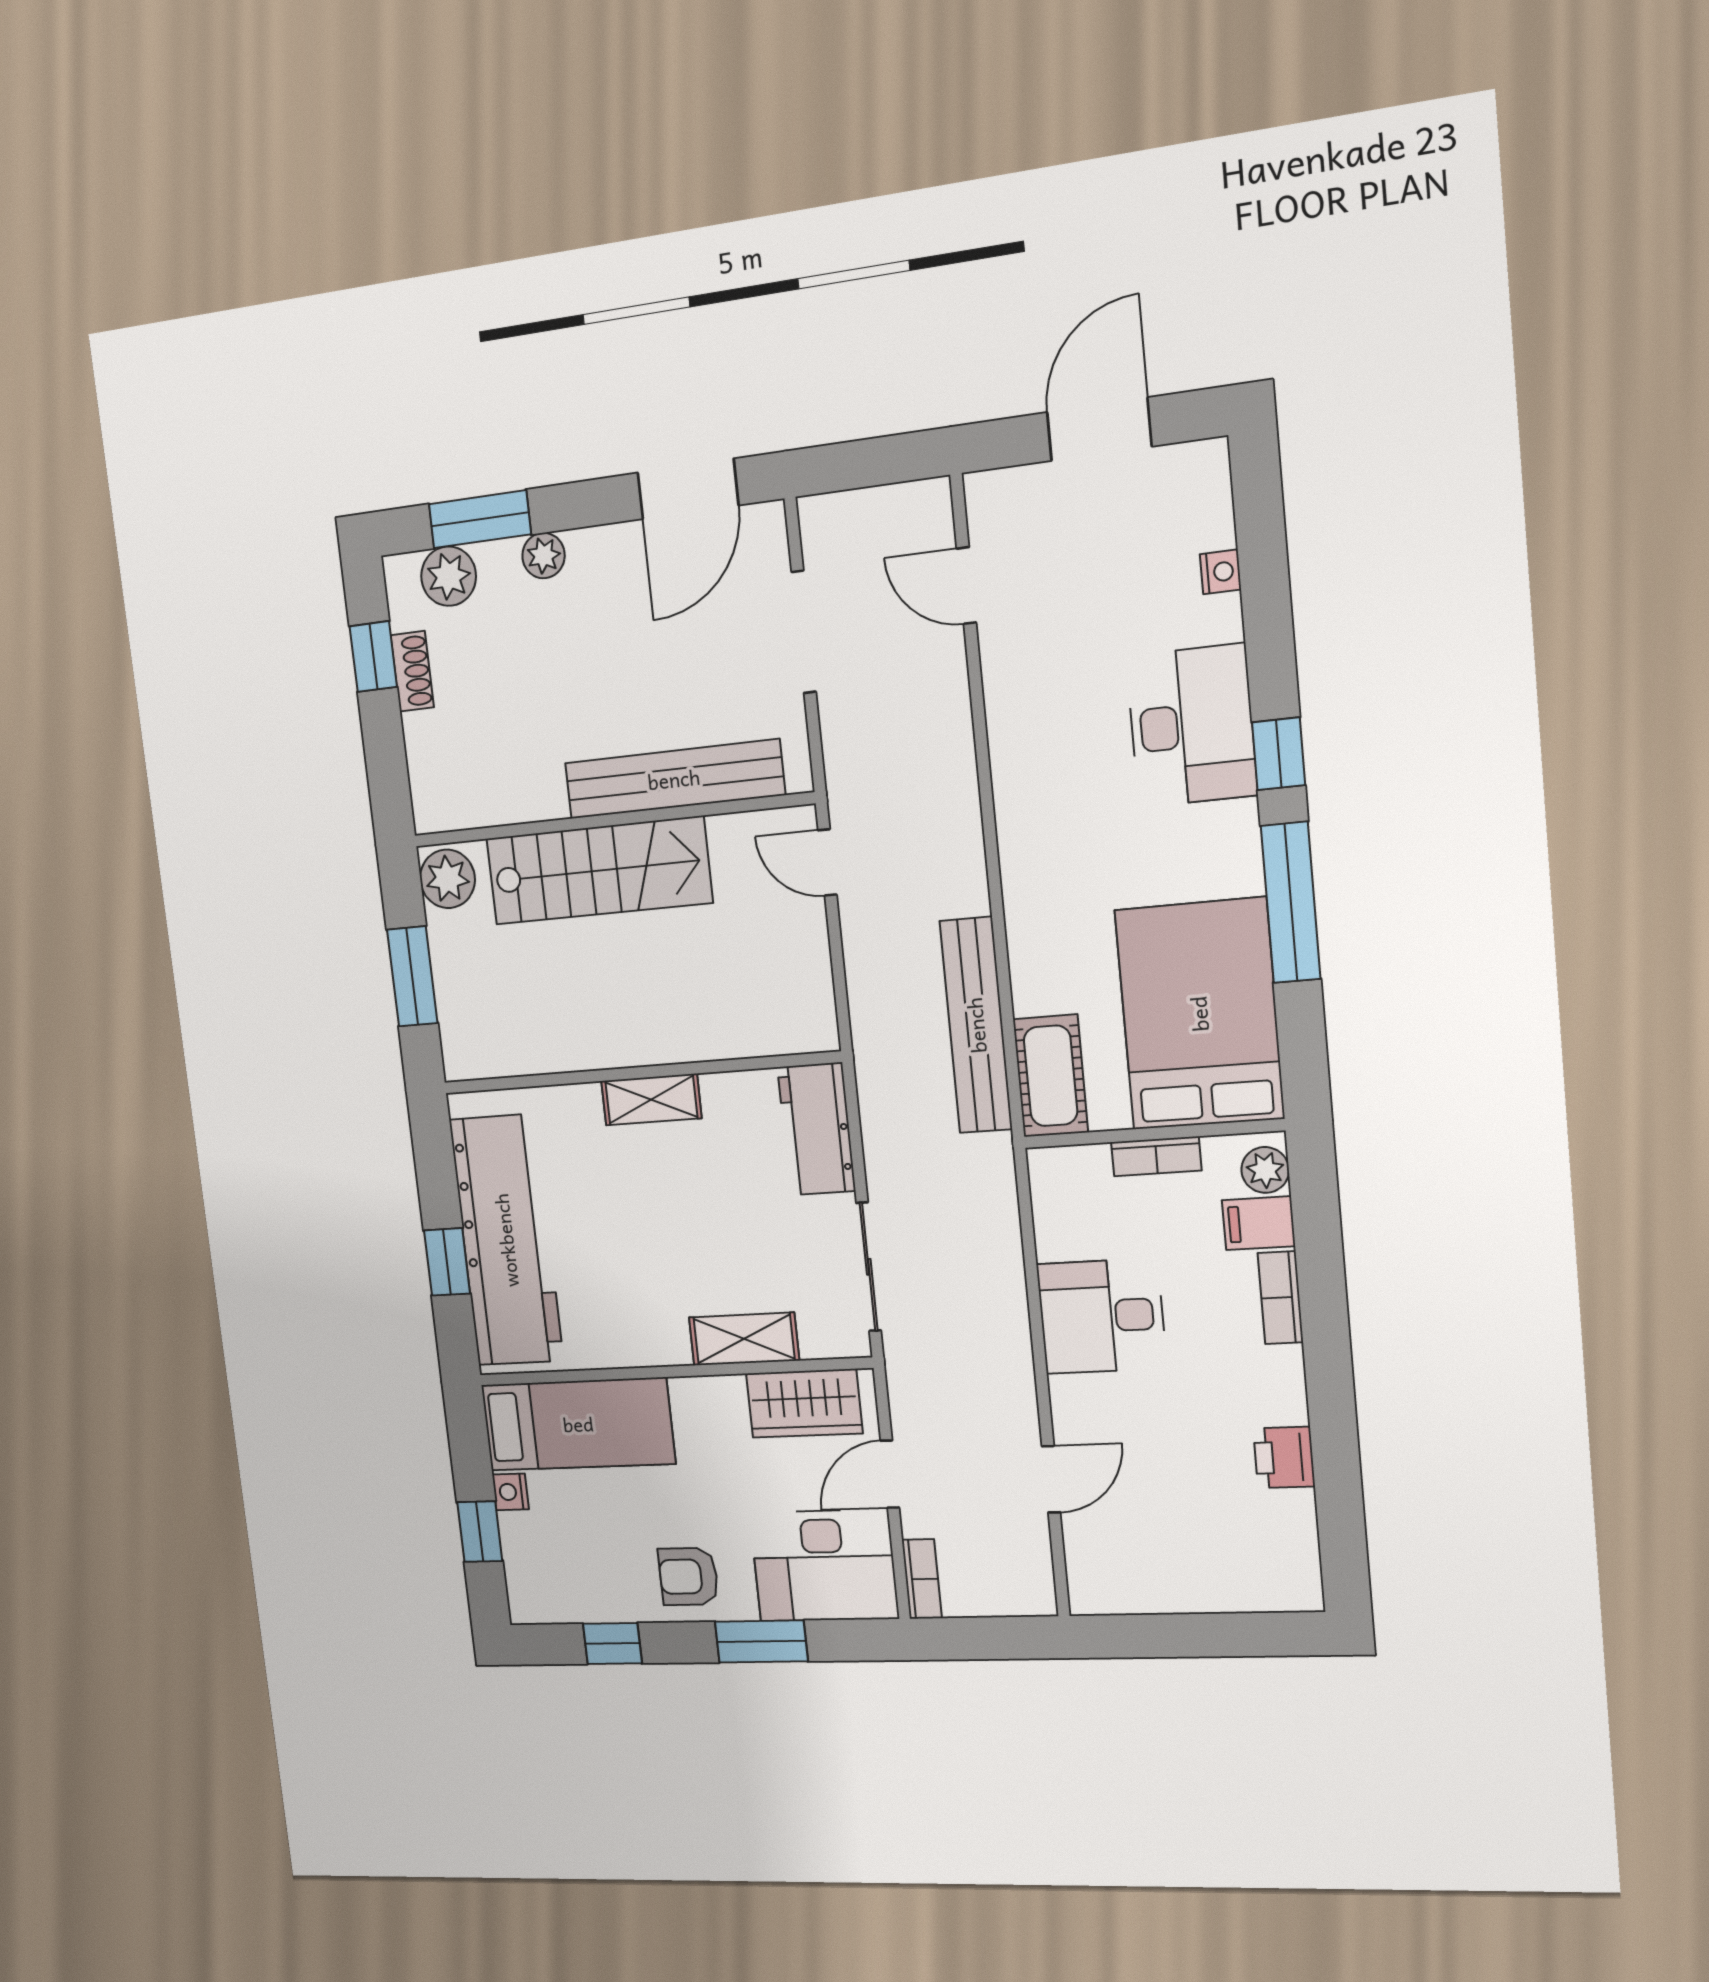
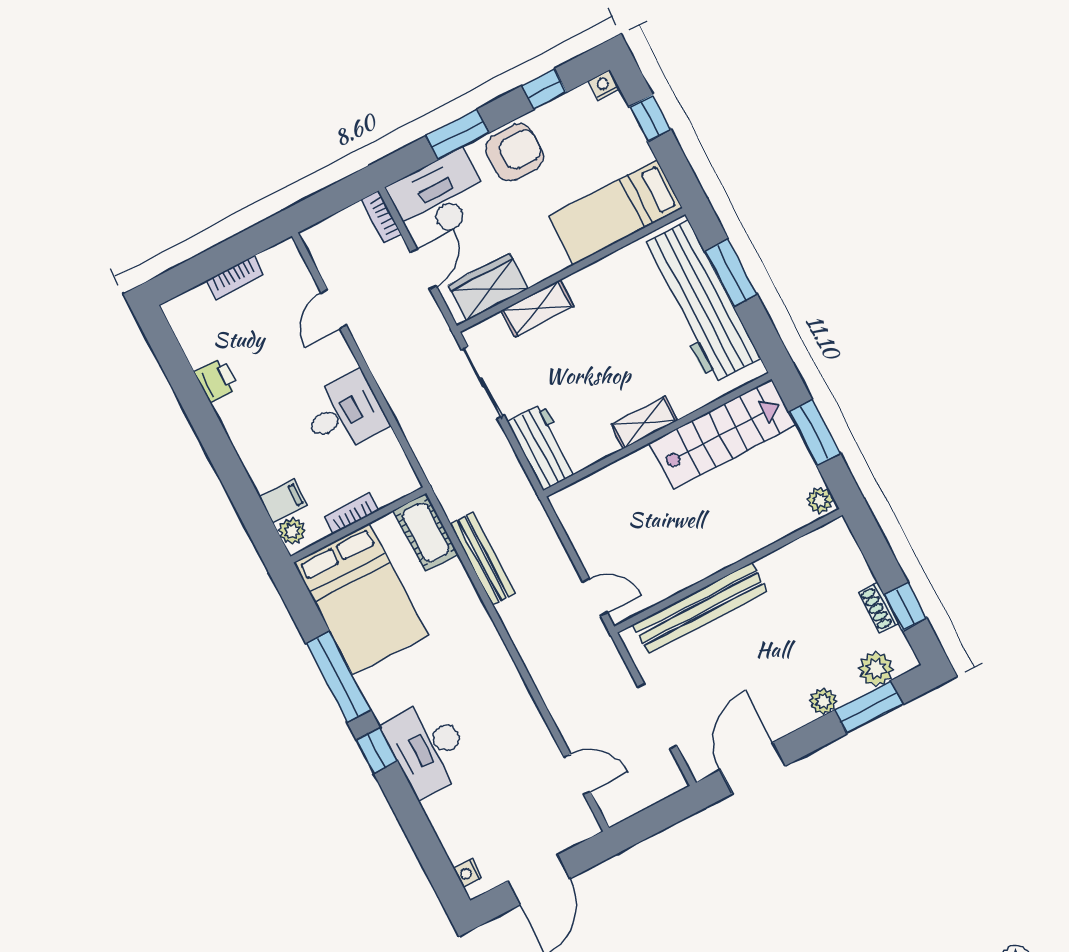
nightstand: (1220, 572) -> (467, 873), moved
stairs: (599, 871) -> (722, 434), moved, turned 180
plant: (447, 879) -> (820, 500), width x0.73, depth x0.73
bench: (976, 1025) -> (483, 559), width x0.73, depth x0.82
window: (447, 1262) -> (731, 273), width x1.50
bookcase: (1280, 1298) -> (235, 278), moved, turned 90
nightstand: (510, 1492) -> (603, 85), moved, turned -90
armchair: (688, 1577) -> (515, 152), width x1.38, depth x1.38

